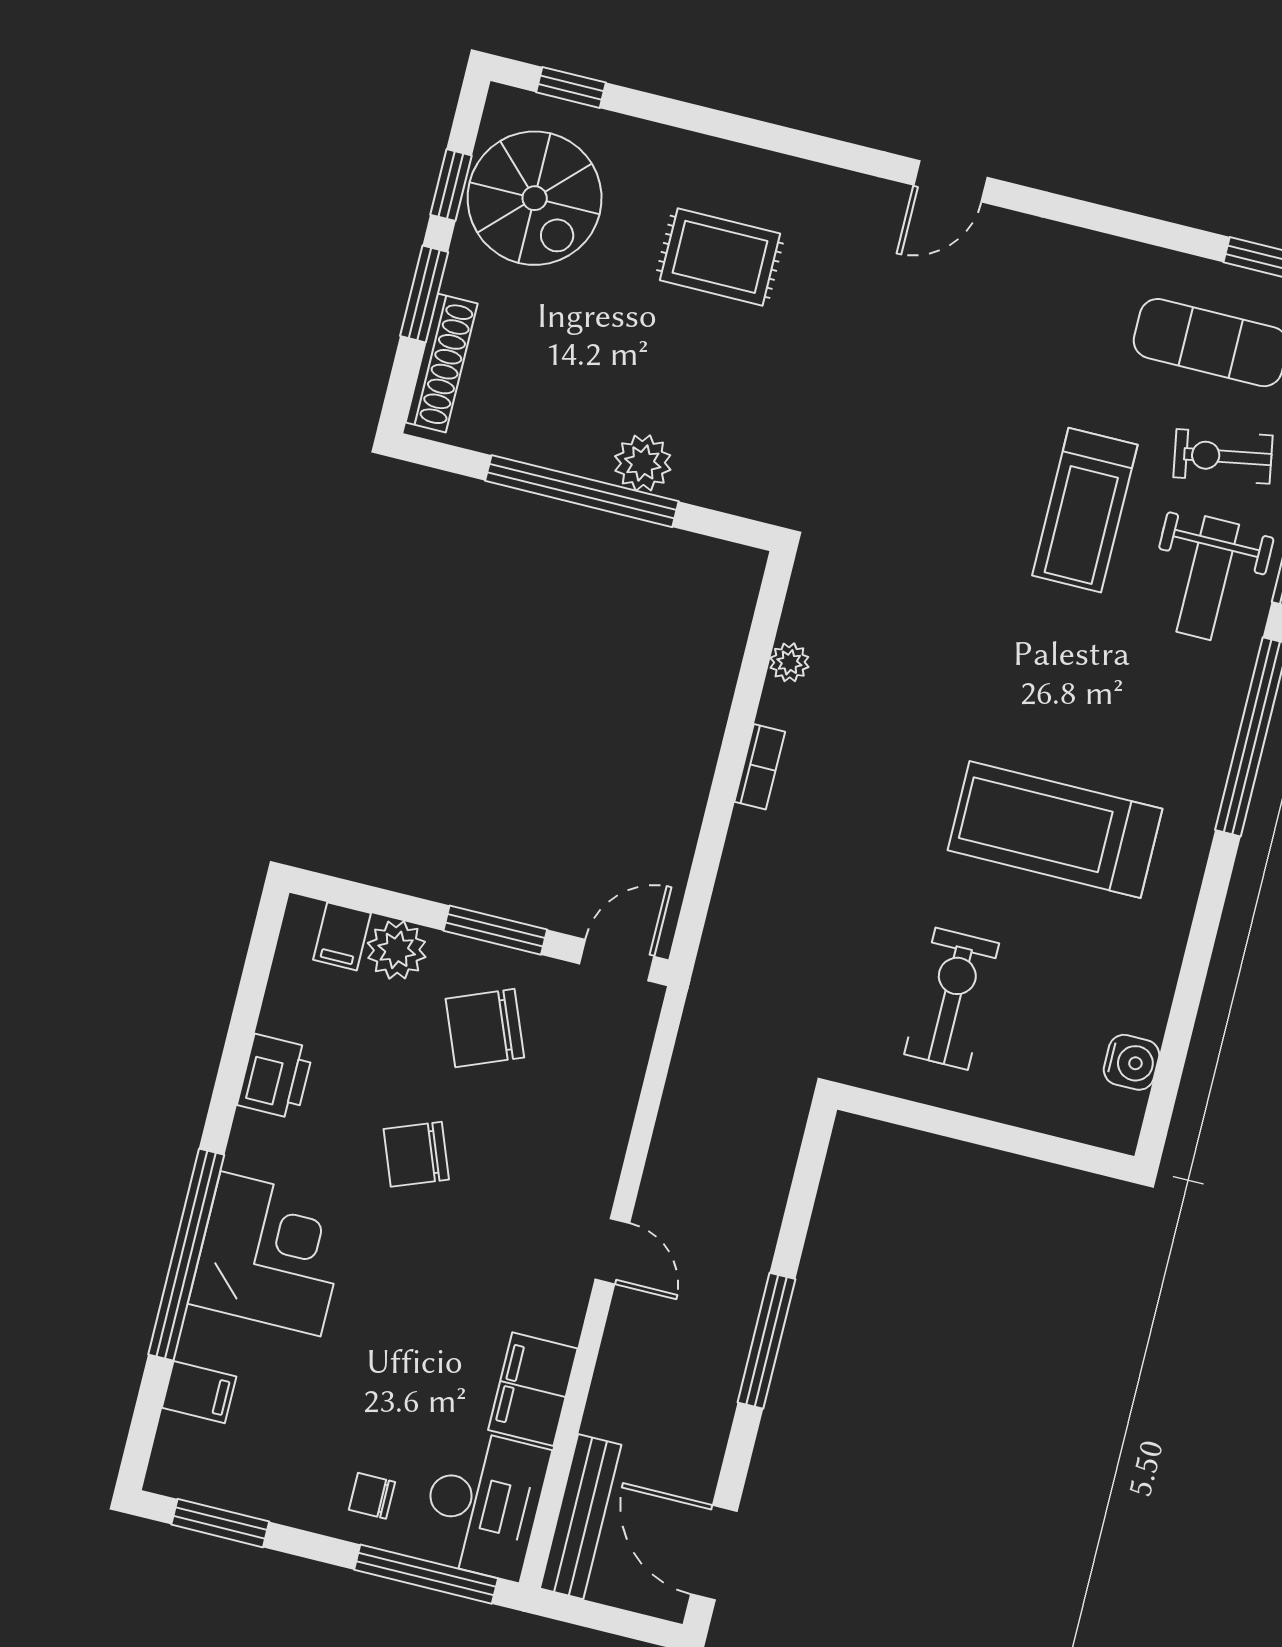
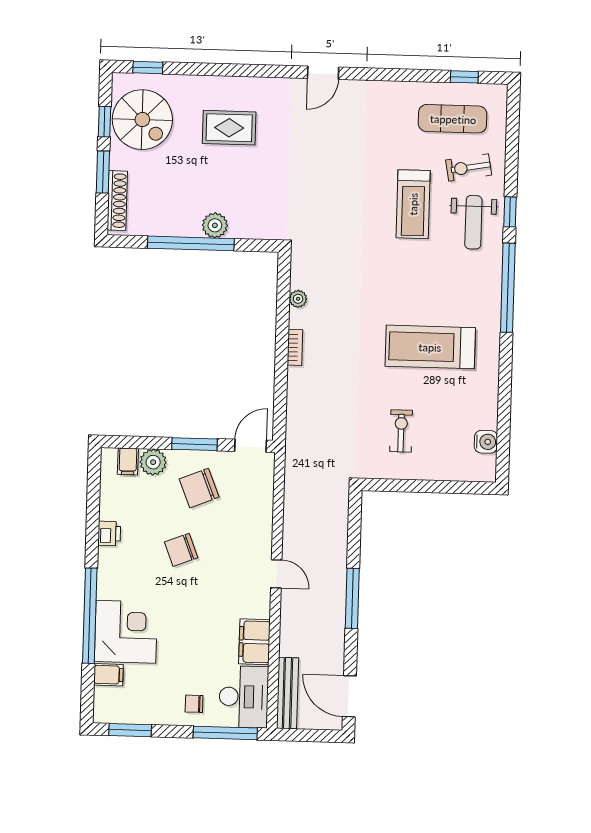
exercise bike: (952, 999) -> (401, 431), width x0.73, depth x0.72
printer: (275, 1077) -> (109, 533), width x0.73, depth x0.81
corner desk: (271, 1254) -> (126, 632), moved

